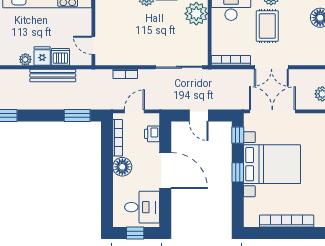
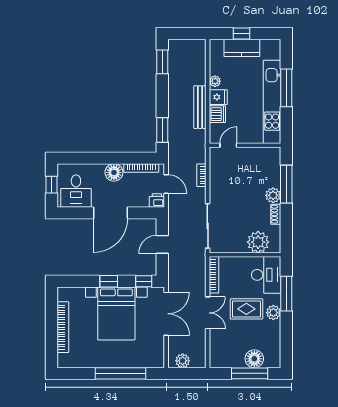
double door: (271, 67) -> (208, 313), swing flipped
printer: (152, 134) -> (157, 200), moved

